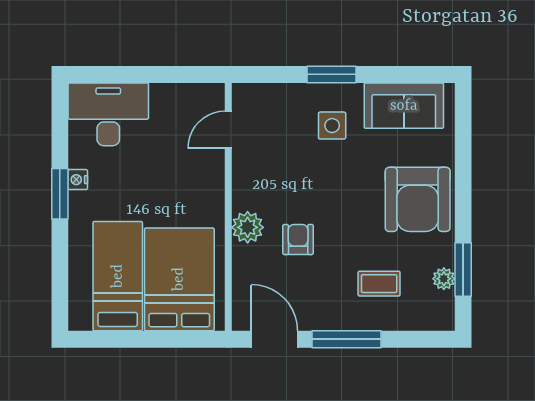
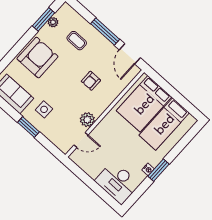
plant: (248, 227) -> (87, 120), moved

